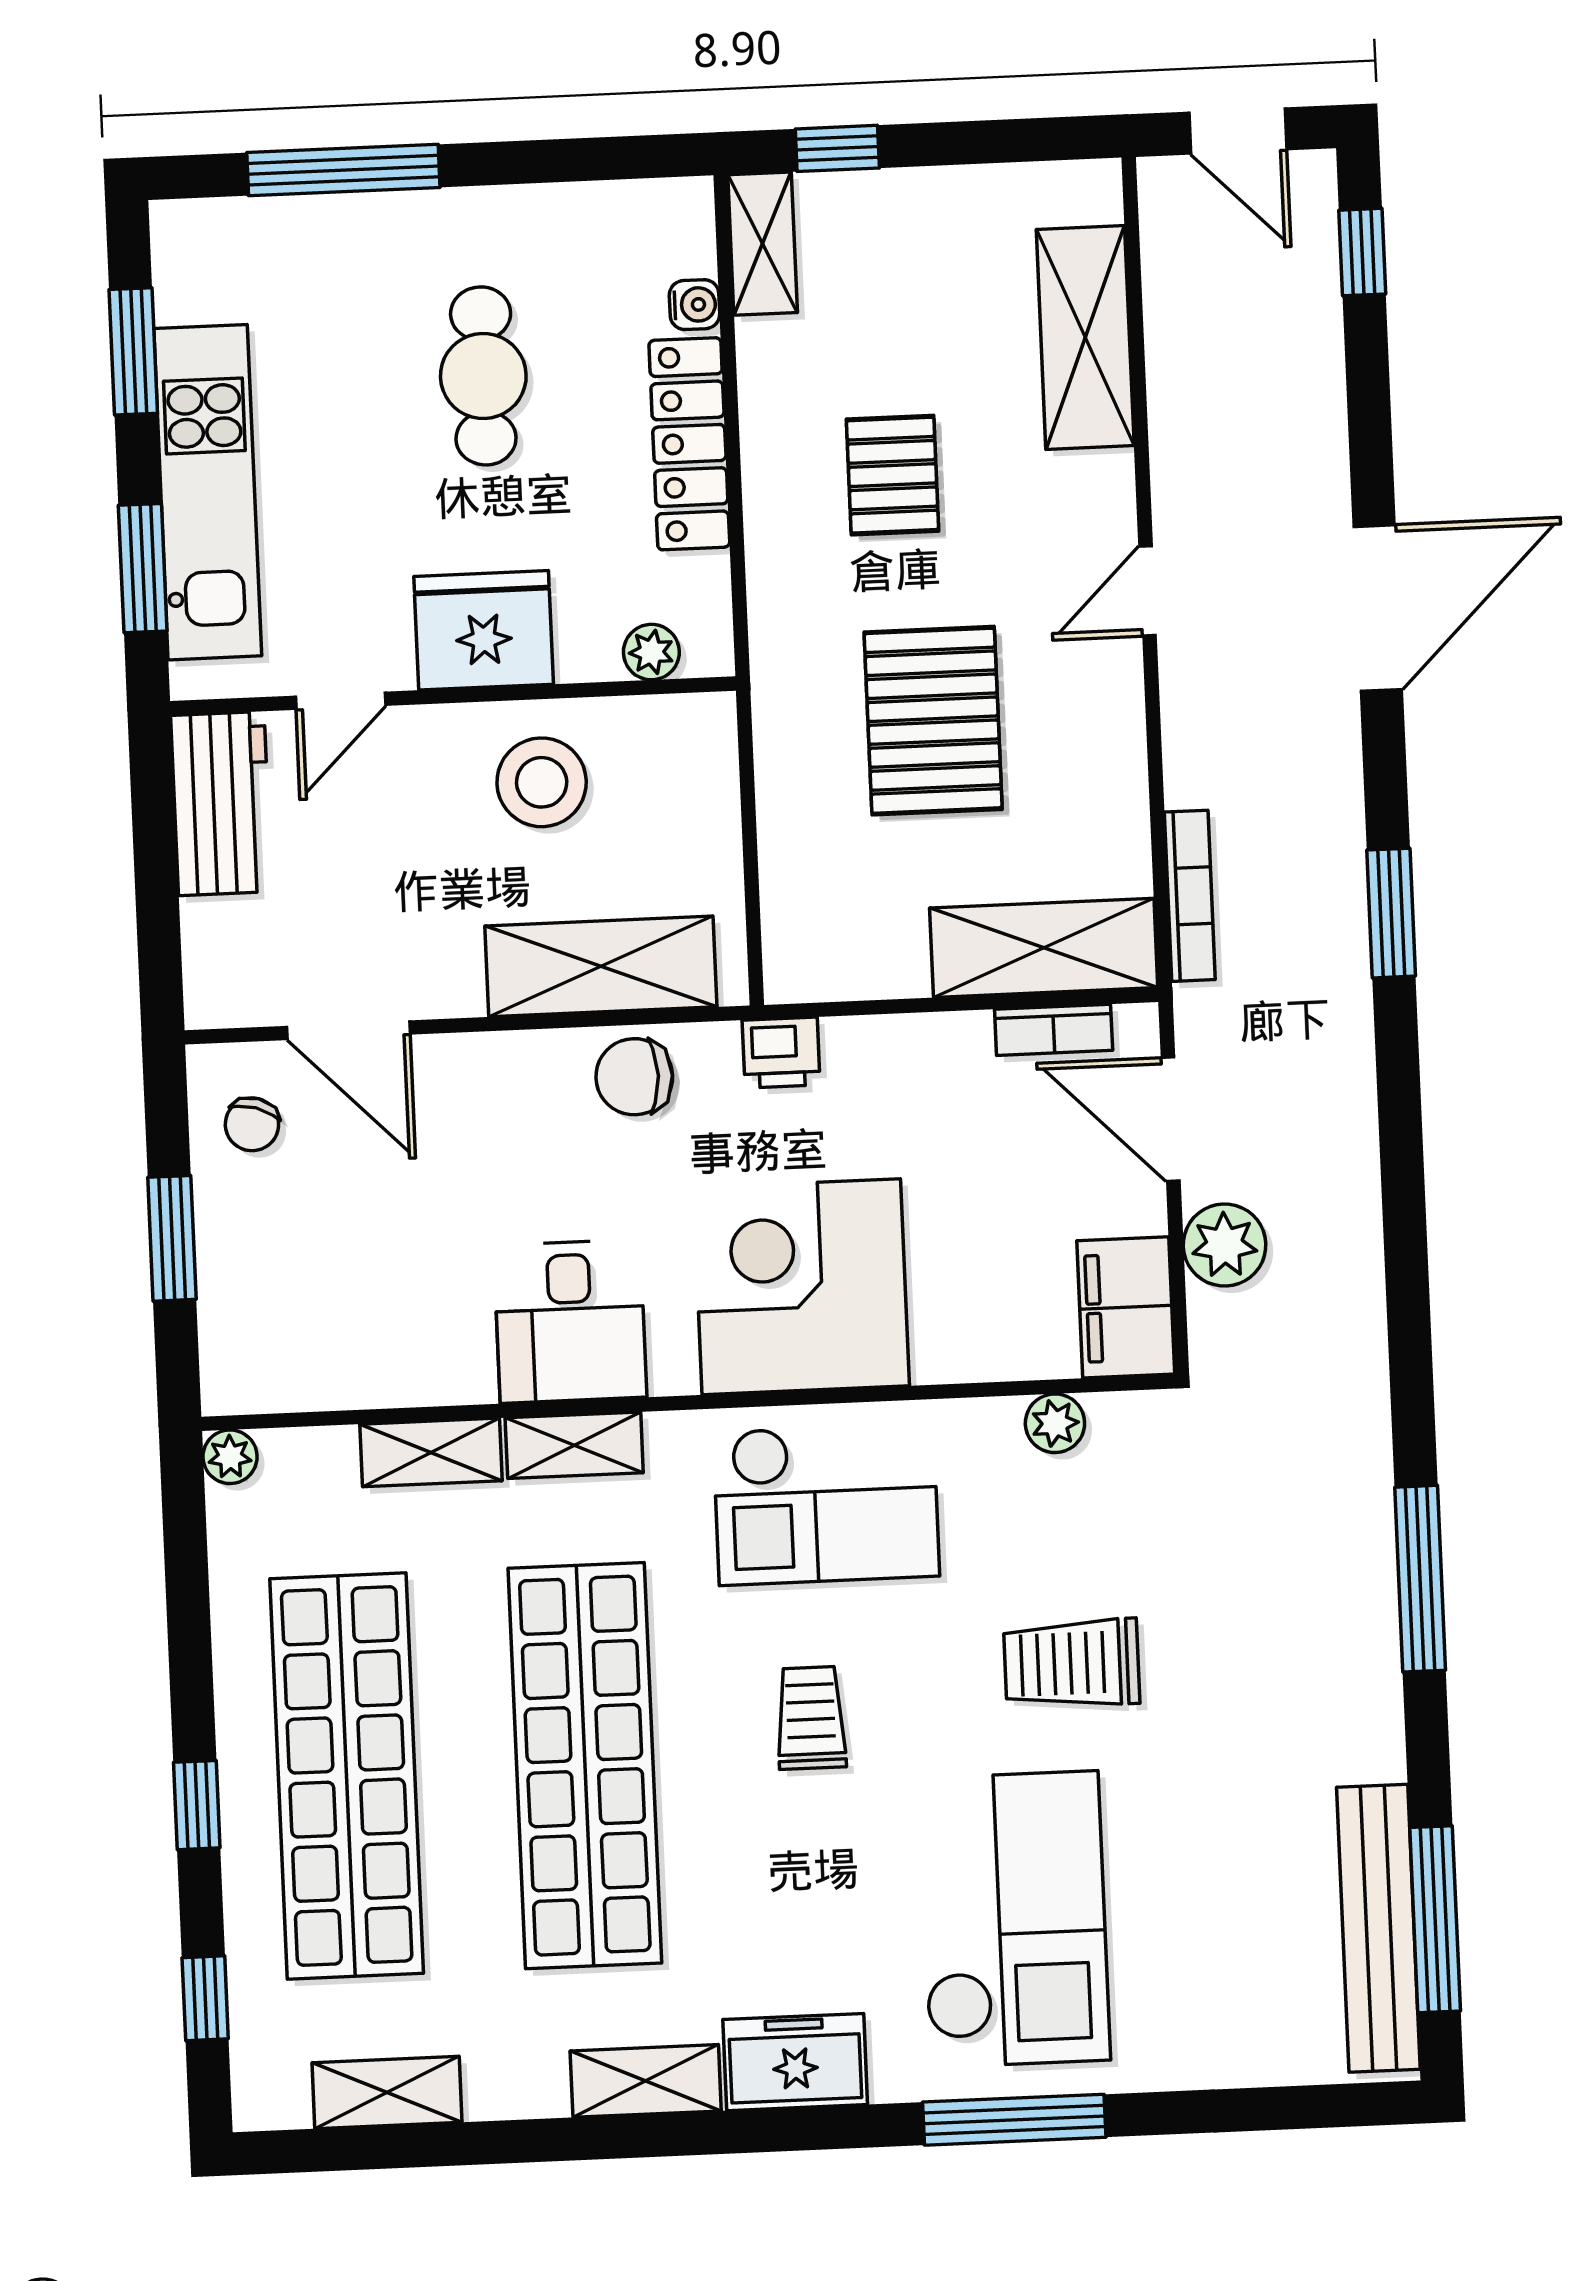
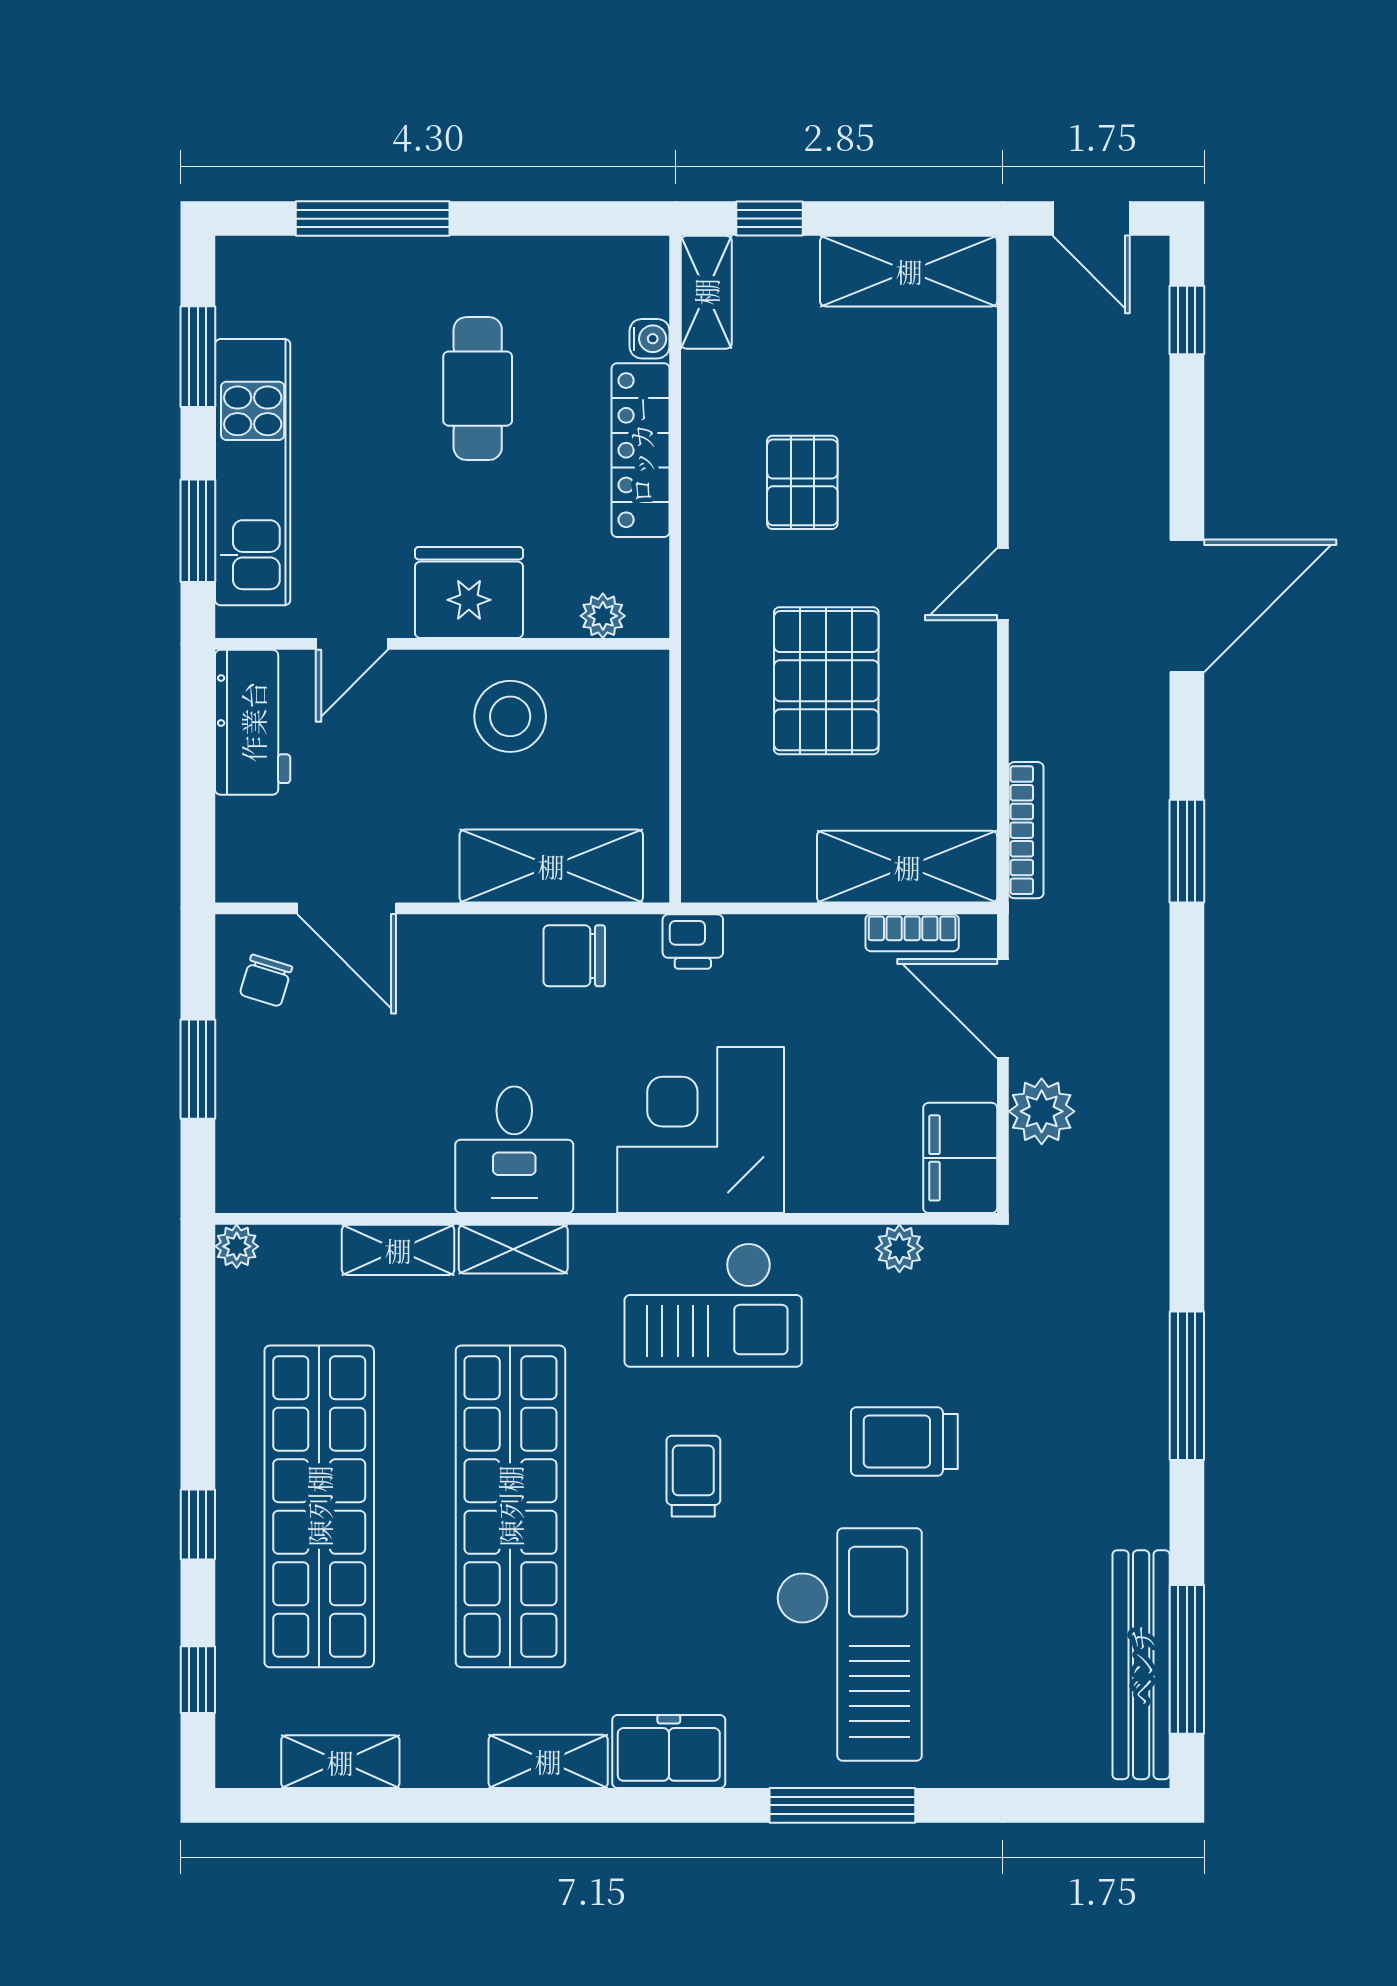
shelving: (1085, 338) -> (909, 271), moved, turned 90

